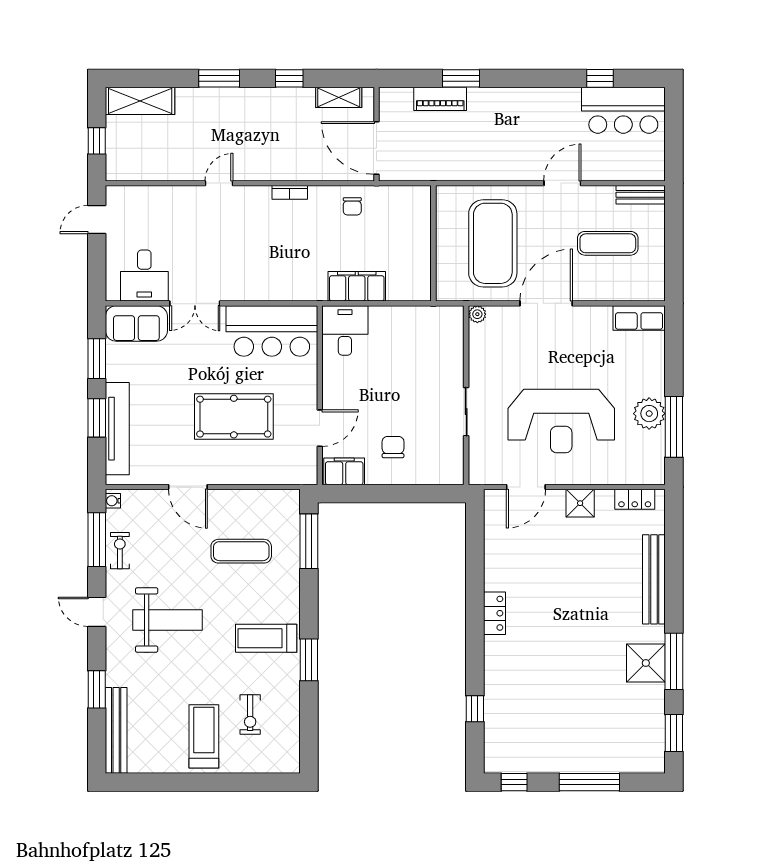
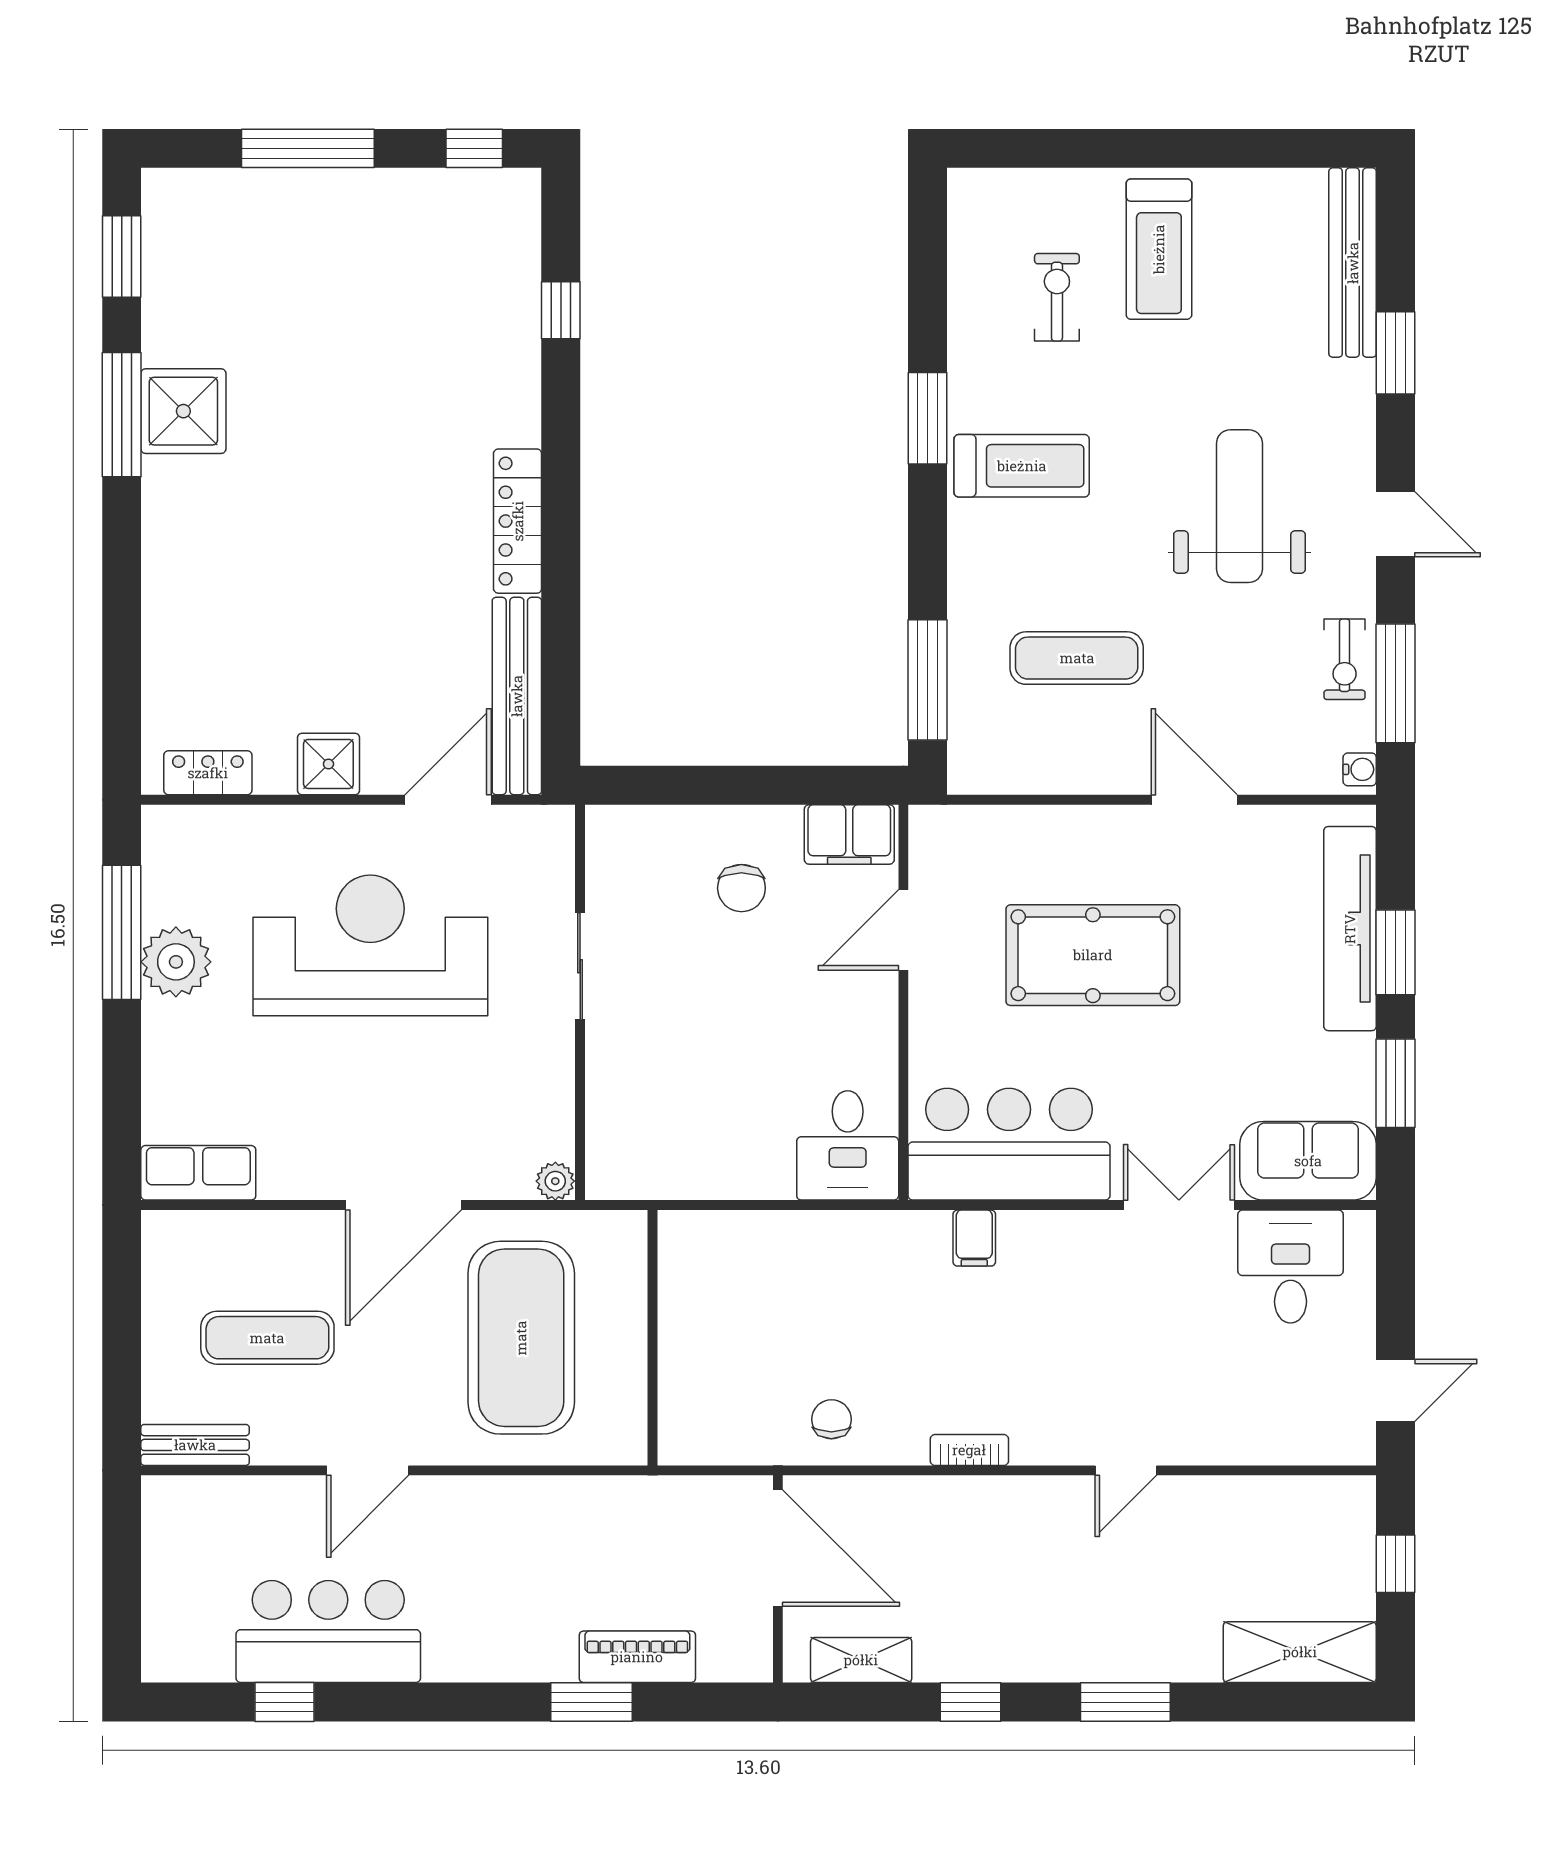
bar counter: (623, 110) -> (328, 1632), moved
filing cabinet: (357, 286) -> (974, 1238), moved, width x0.33, depth x0.86
bench: (654, 579) -> (517, 696), moved
locker: (494, 613) -> (518, 521), width x1.53
weight bench: (167, 620) -> (1239, 506), turned 90

